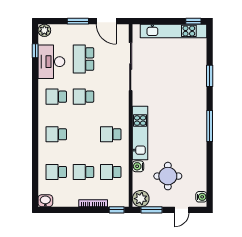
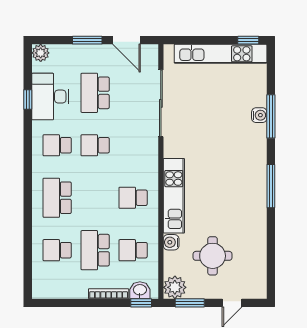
window: (35, 51) -> (28, 99), moved
window: (210, 76) -> (271, 116), width x1.44
school desk: (56, 134) -> (57, 198), width x1.85
school desk: (84, 172) -> (95, 250), width x1.85
water cooler: (201, 197) -> (259, 115), moved
washbasin: (45, 201) -> (140, 290), moved

